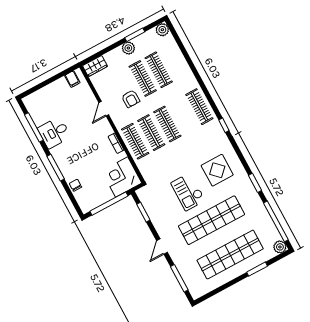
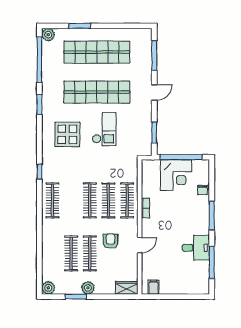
corner desk: (122, 177) -> (176, 175), moved

